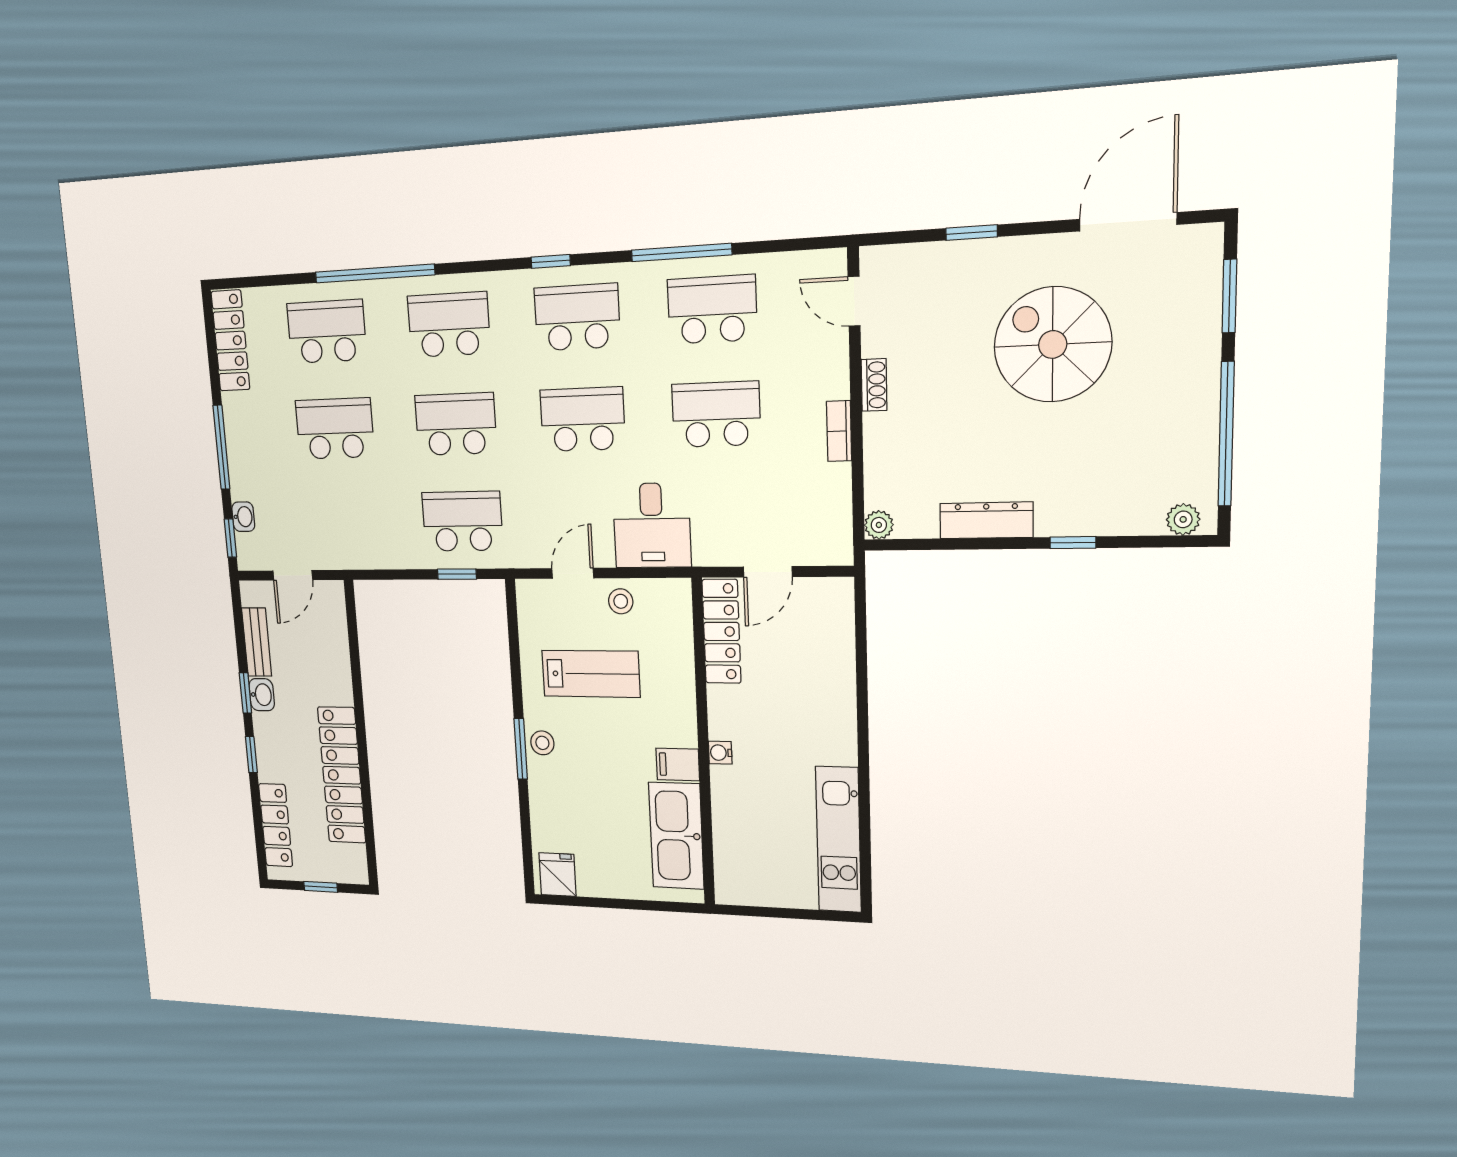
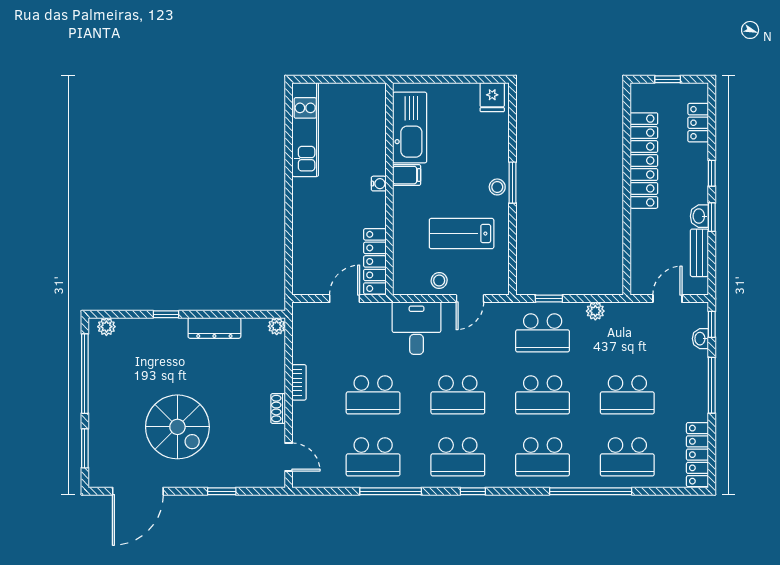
plant: (390, 556) -> (595, 311), added
locker: (276, 825) -> (698, 123), width x0.66

